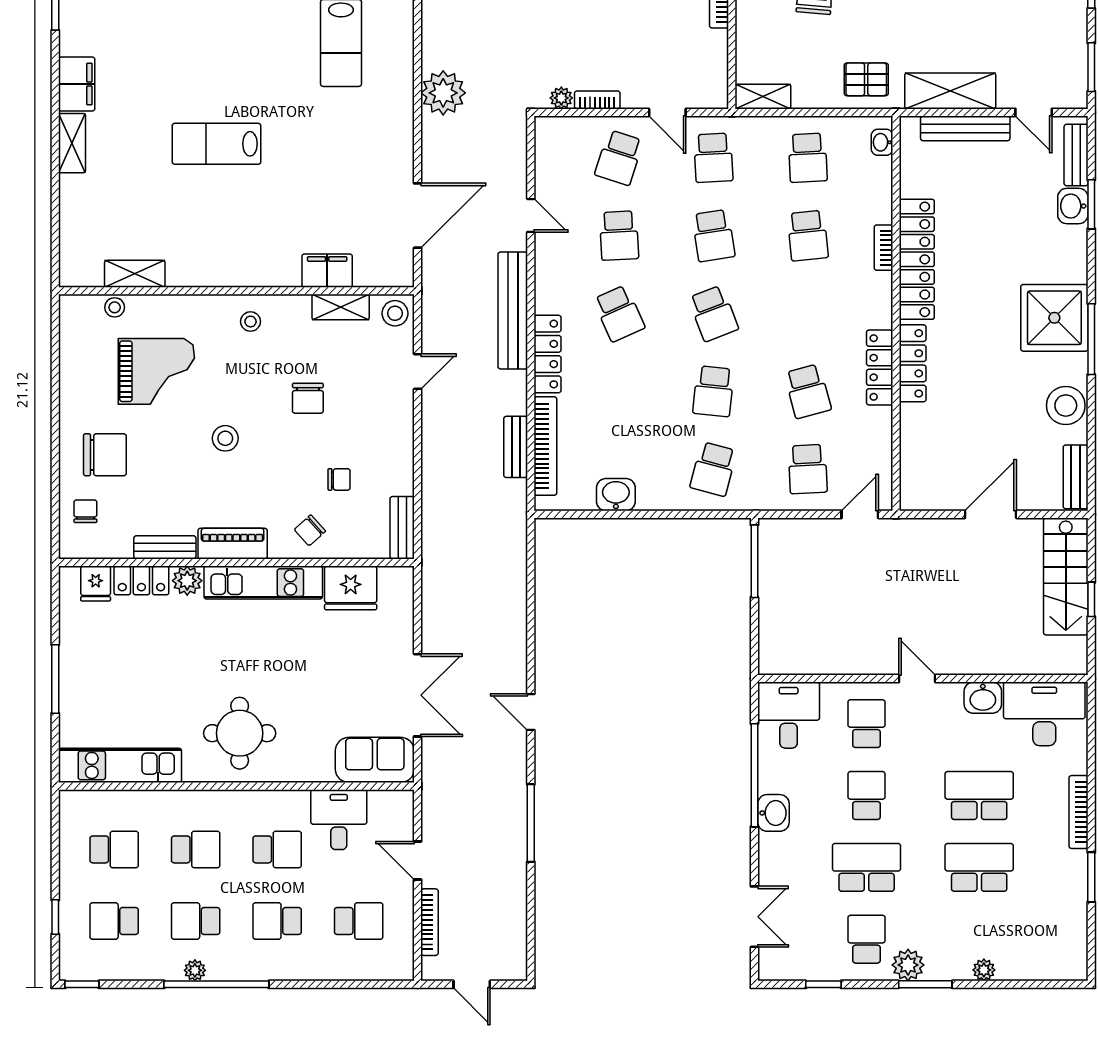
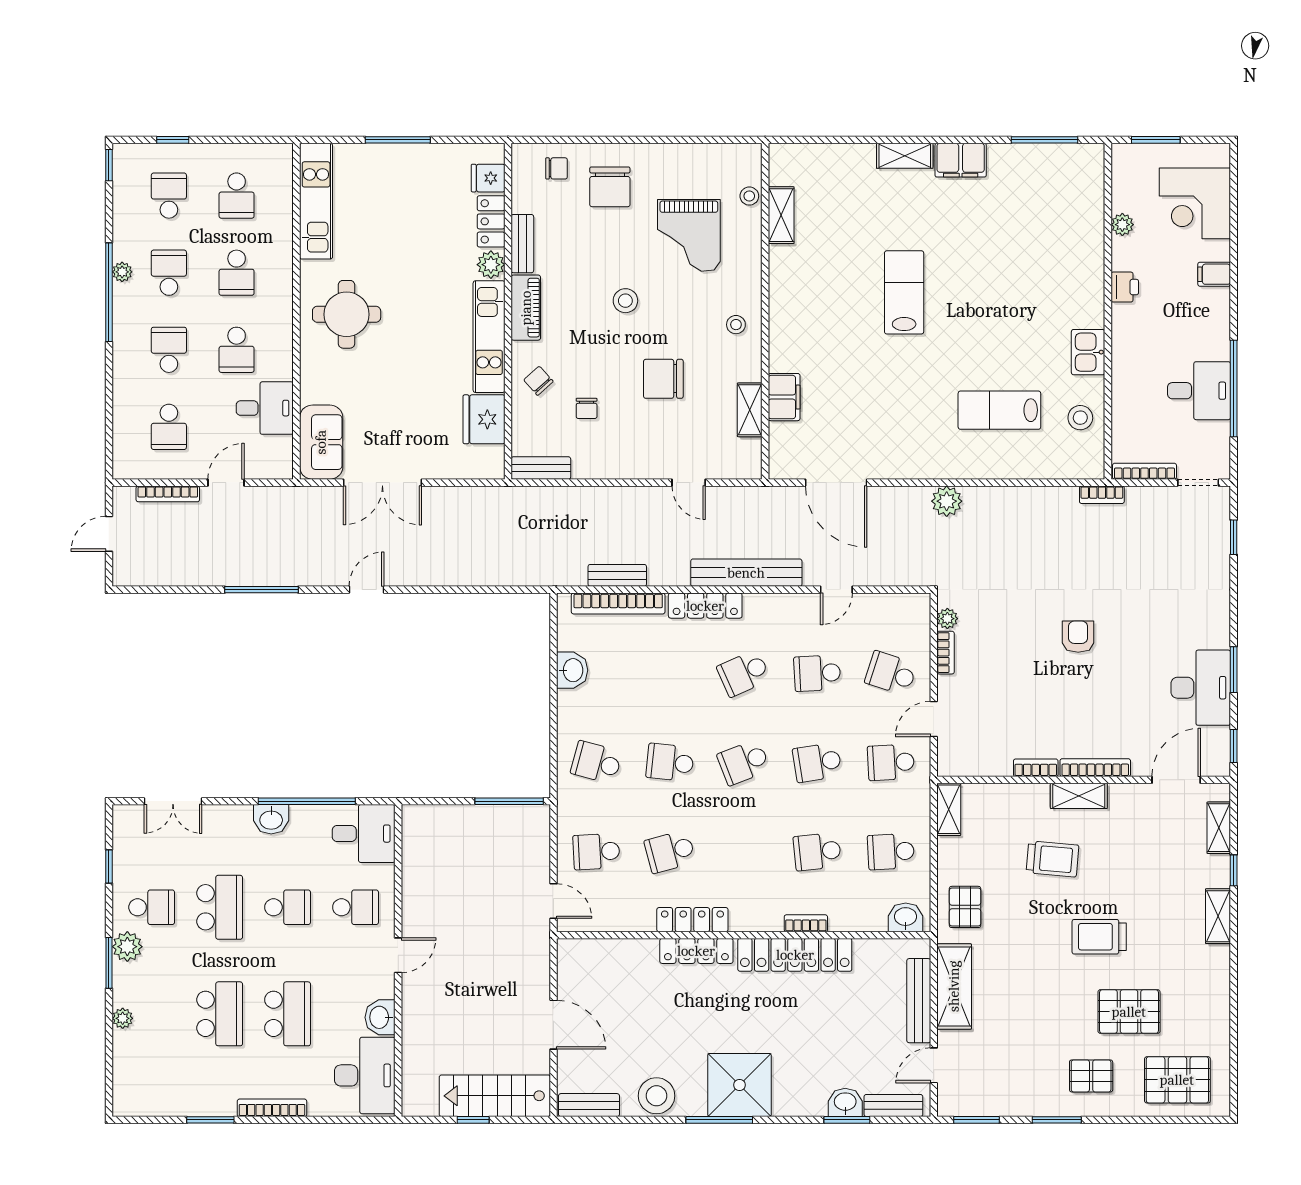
plant: (443, 93) -> (947, 501), width x0.73, depth x0.73
washbasin: (882, 142) -> (906, 917), width x1.38, depth x1.45
stool: (395, 313) -> (744, 461), removed
chair: (308, 398) -> (663, 379), width x1.37, depth x1.37

